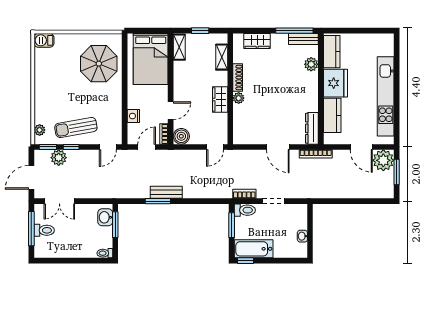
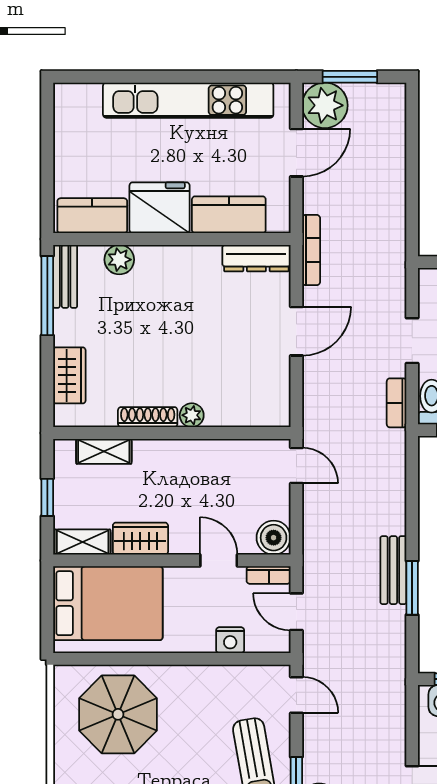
wardrobe: (220, 100) -> (140, 539), moved, turned 180

